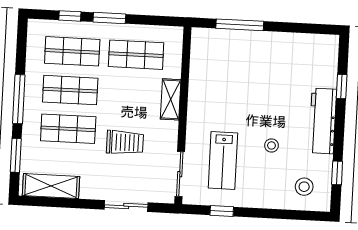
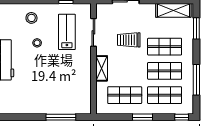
window: (70, 16) -> (182, 117), moved
window: (19, 99) -> (196, 80), moved
sliding door: (180, 174) -> (93, 32), moved
stool: (304, 187) -> (31, 18), moved

